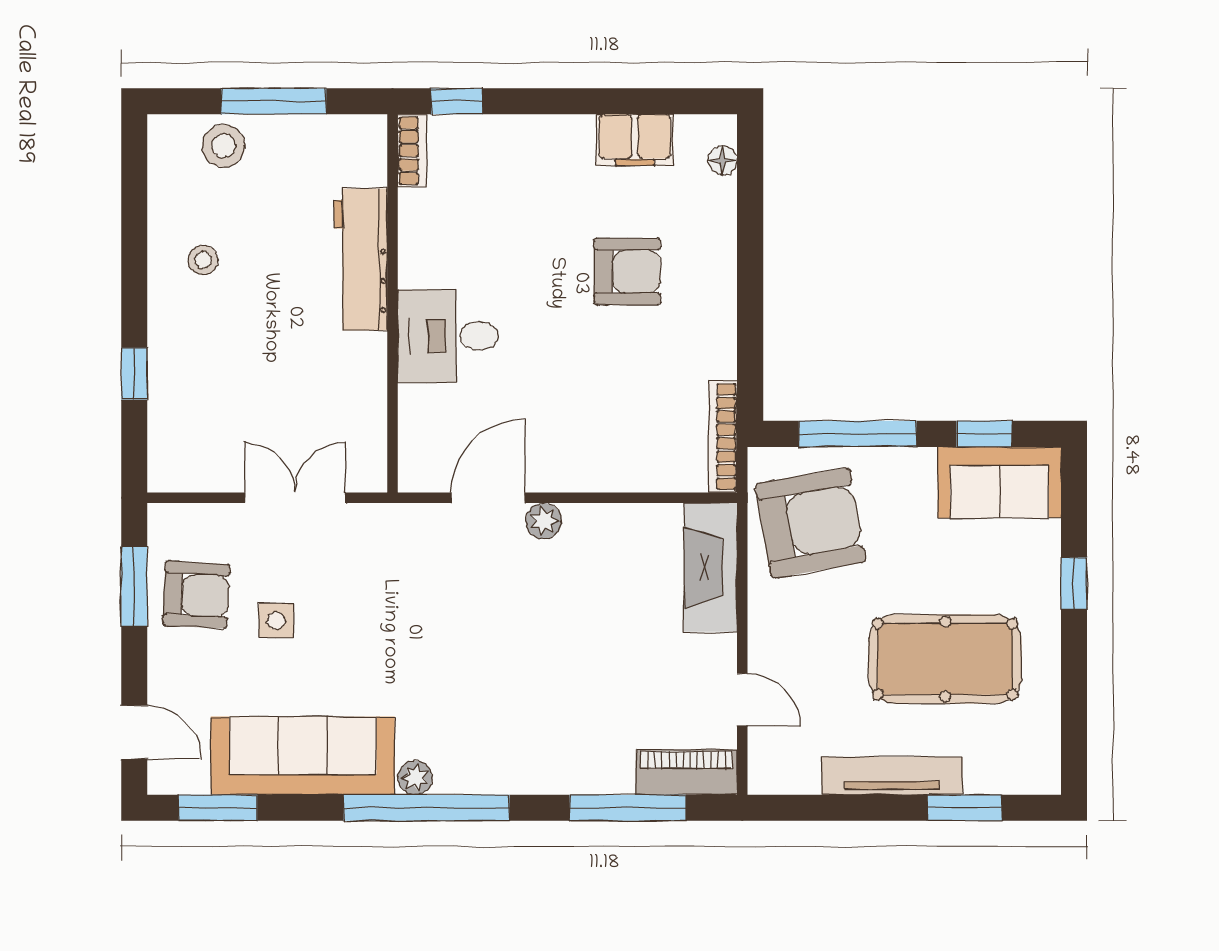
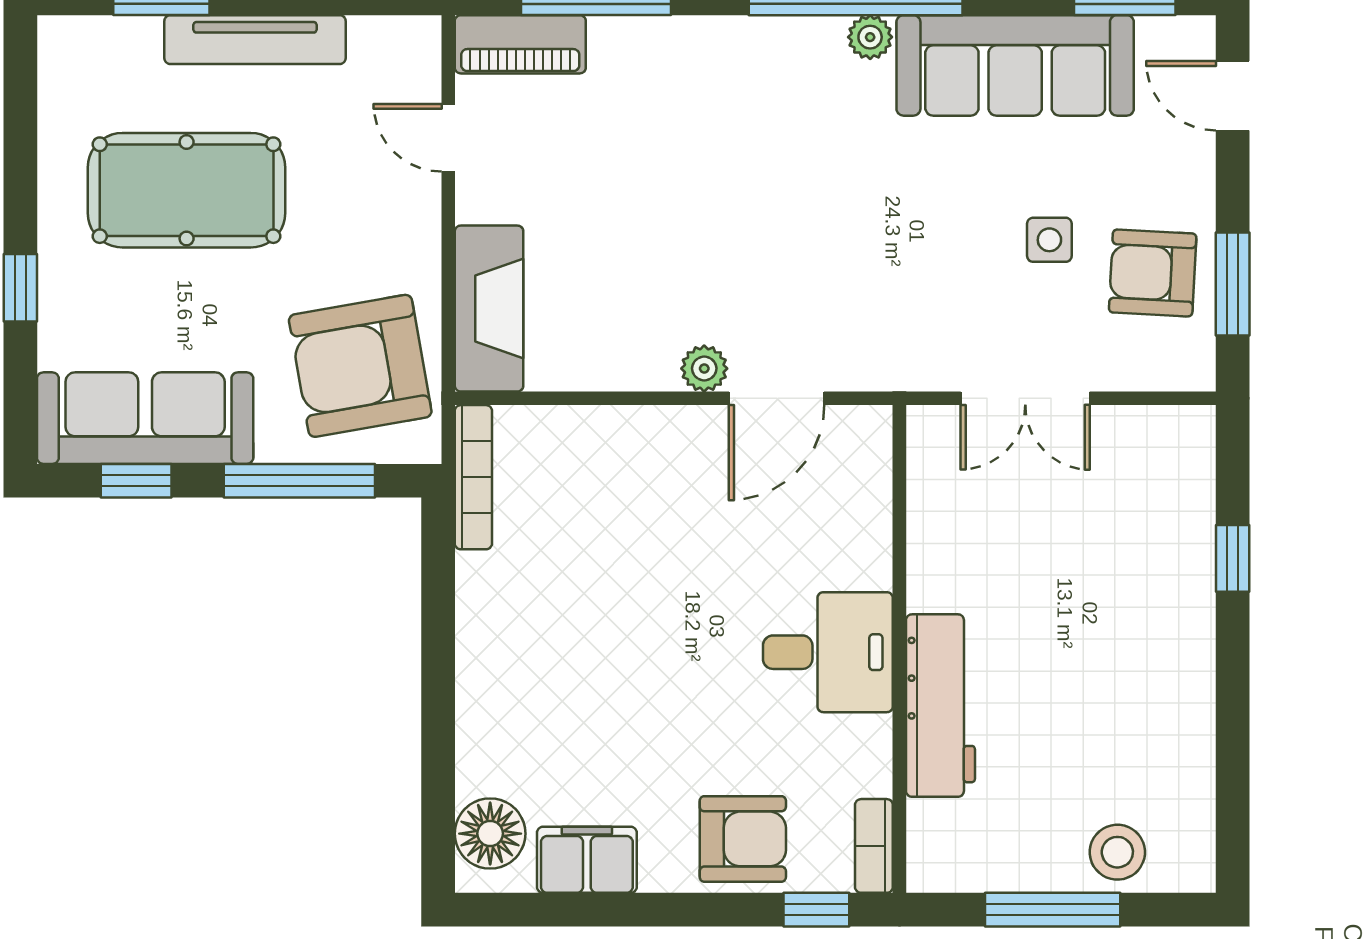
floor lamp: (723, 160) -> (490, 834), width x1.89, depth x1.89
stool: (203, 260) -> (1144, 705), removed
armchair: (627, 272) -> (743, 839), moved, turned 180
desk: (448, 336) -> (828, 652), moved
sofa: (999, 482) -> (145, 418), width x1.36

